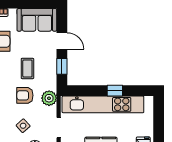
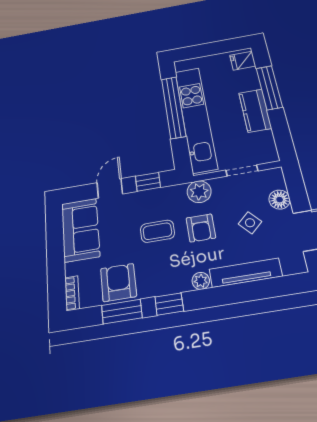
window: (115, 91) -> (173, 107), width x3.17

